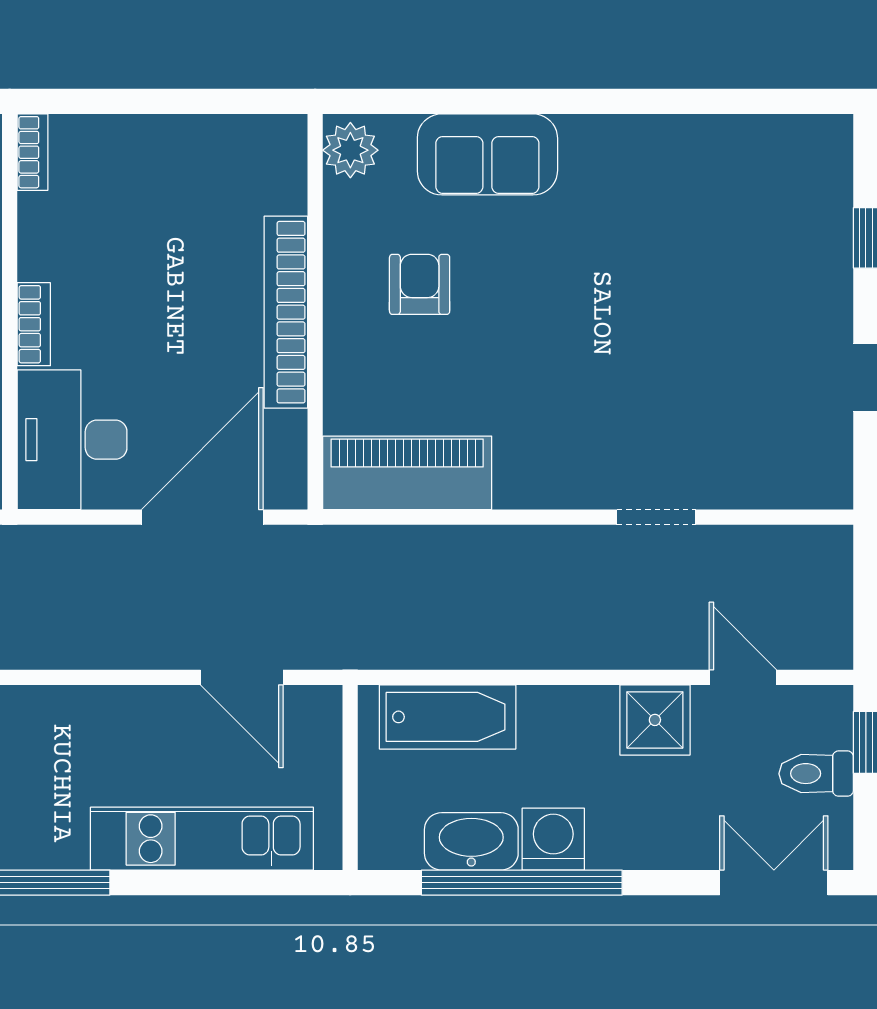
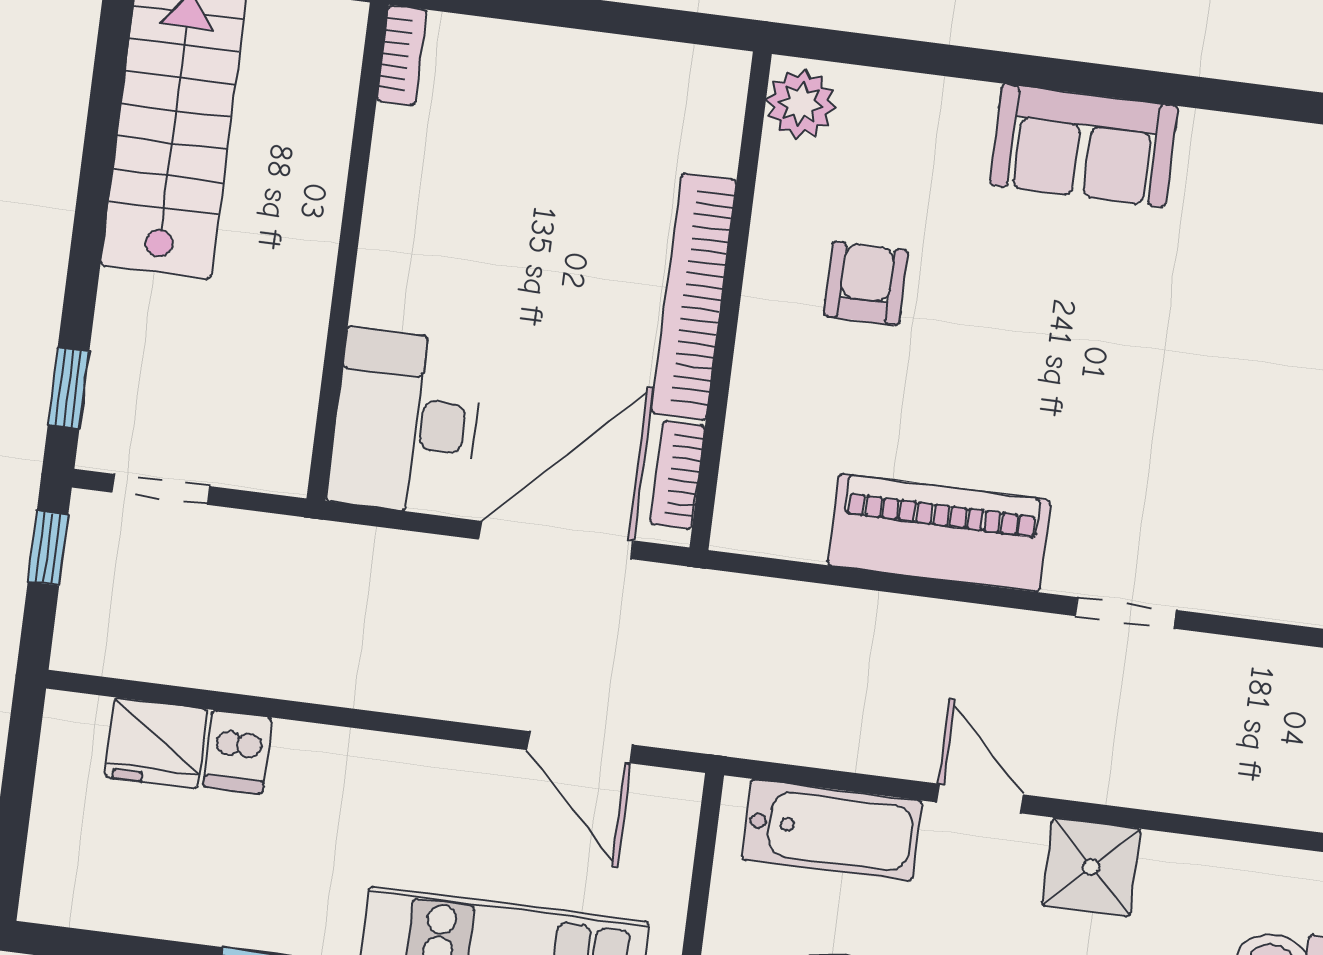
sofa: (487, 154) -> (1084, 146), moved
bookcase: (34, 324) -> (678, 475), moved, turned 180
piano: (407, 473) -> (939, 533), moved
door: (743, 677) -> (980, 798), moved

